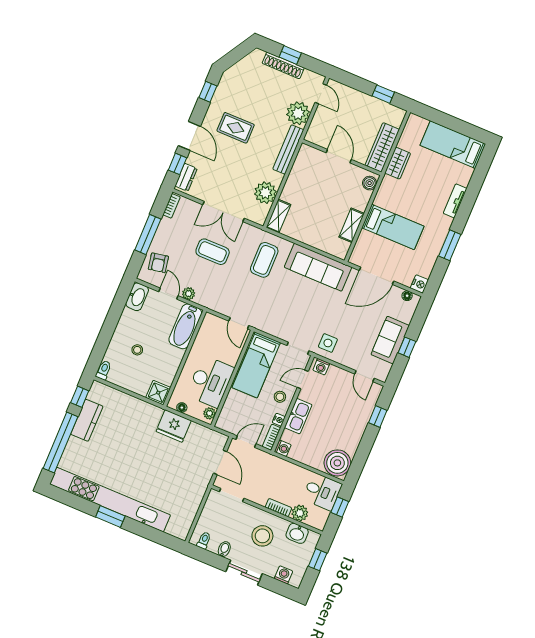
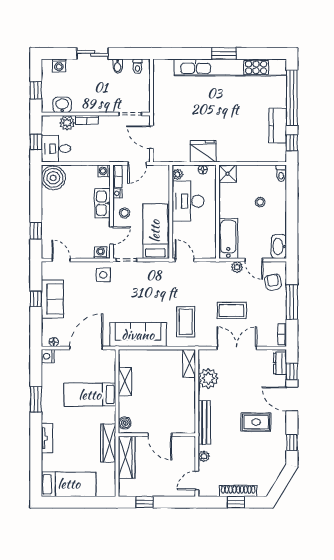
door: (321, 94) -> (197, 481), hinge flipped
plant: (298, 113) -> (204, 456), width x0.53, depth x0.53
wardrobe: (398, 163) -> (108, 443), width x1.50
stool: (262, 536) -> (90, 91), removed

